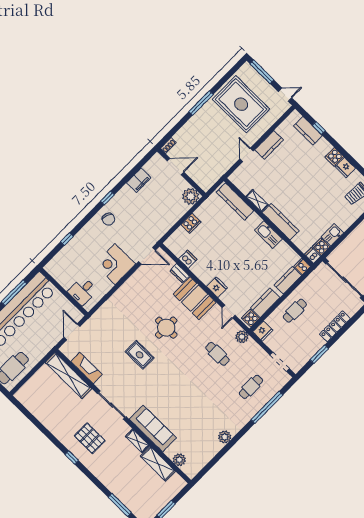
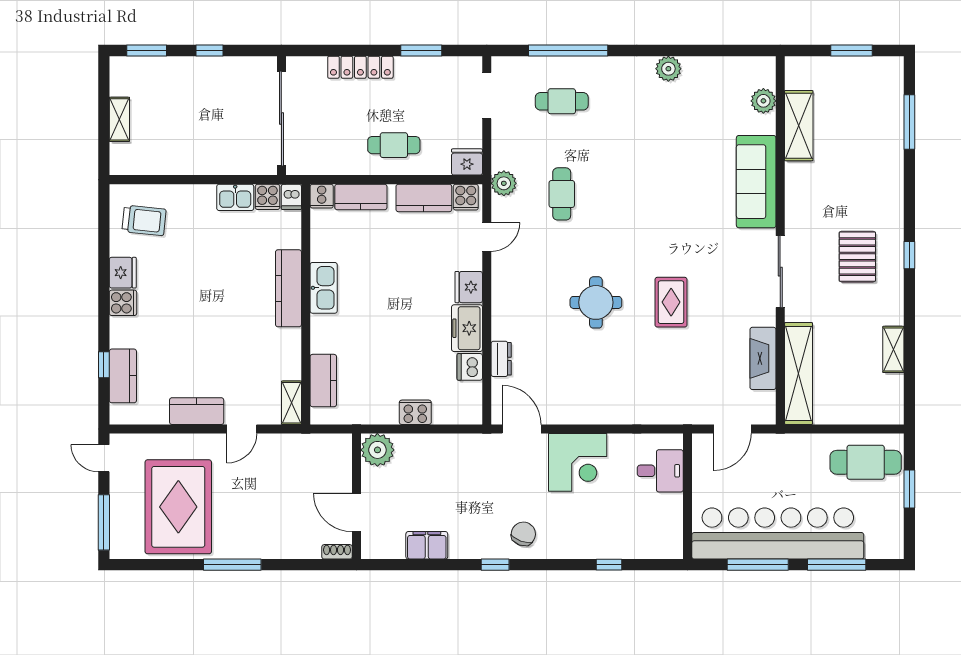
kitchen counter: (235, 201) -> (323, 381), width x0.67
shelving: (257, 201) -> (292, 403), moved
freezer: (203, 272) -> (467, 328), added
booth: (195, 298) -> (515, 303), removed
shelving: (137, 441) -> (893, 349), moved

